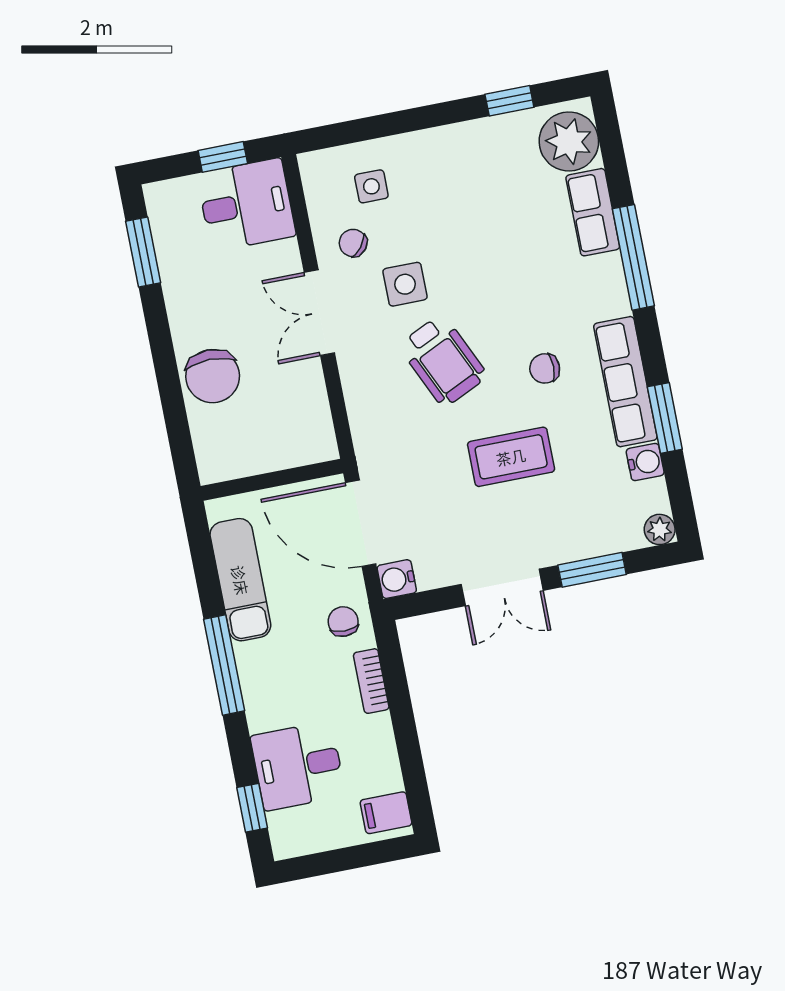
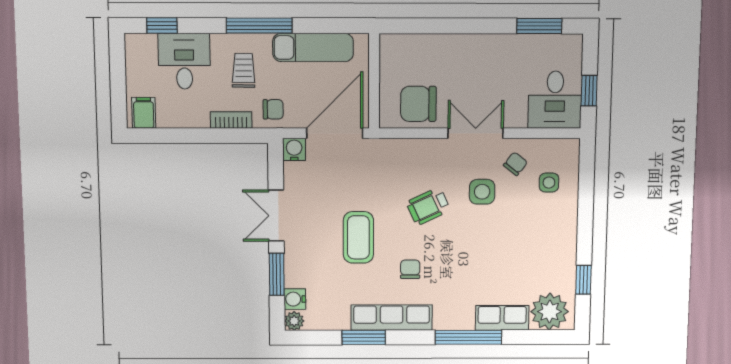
wheelchair: (443, 361) -> (428, 206), width x0.73, depth x0.73
chair: (213, 376) -> (418, 104), moved
water cooler: (645, 462) -> (295, 299), moved, turned 90
trolley: (294, 676) -> (244, 70), added

